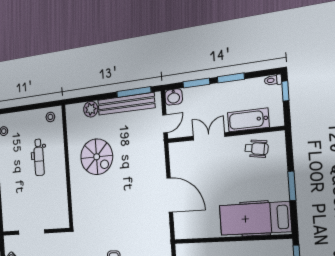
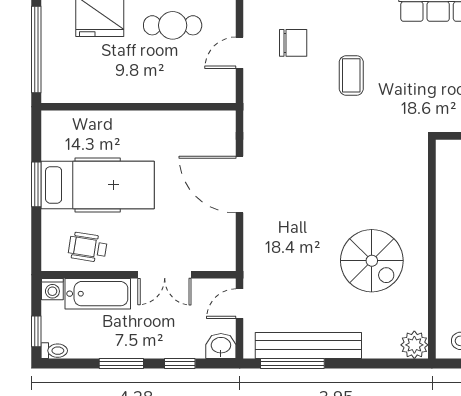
window: (196, 83) -> (180, 364), width x0.67
plant: (91, 109) -> (414, 345), moved
washing machine: (277, 119) -> (52, 289), added
spiral stairs: (97, 157) -> (372, 261), turned 180
hospital bed: (255, 219) -> (98, 185), moved

